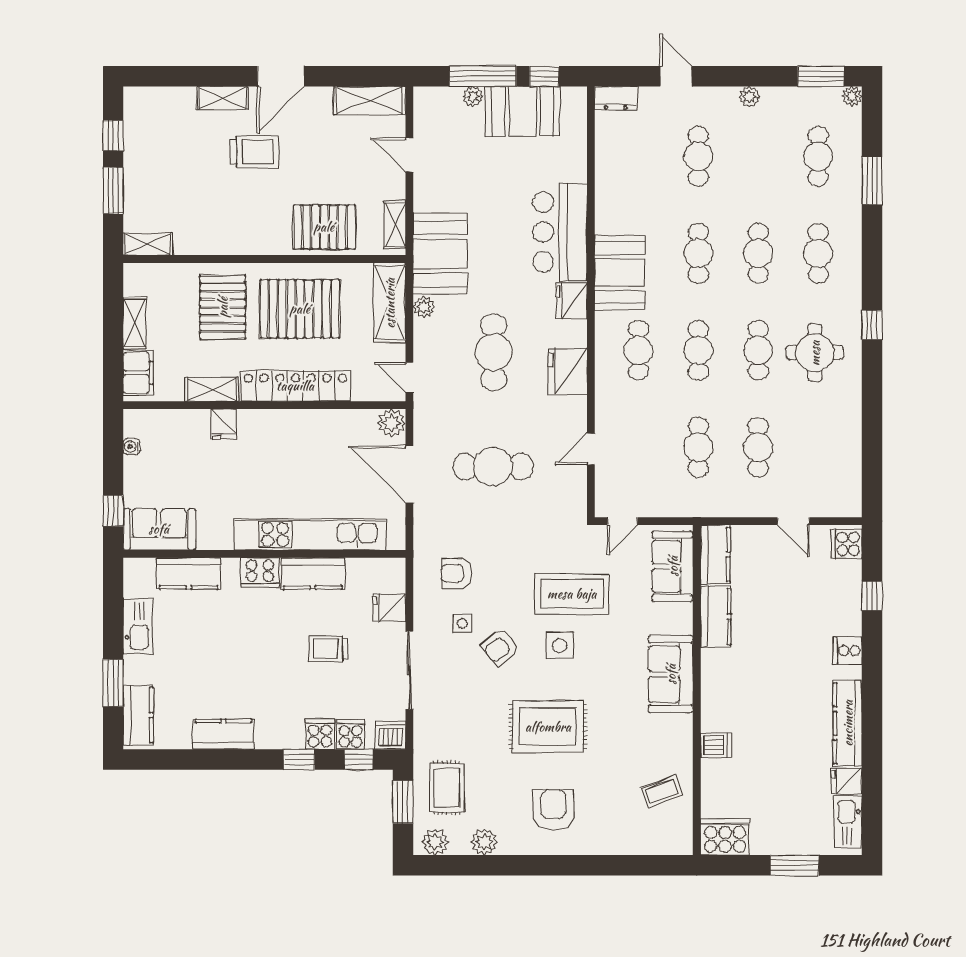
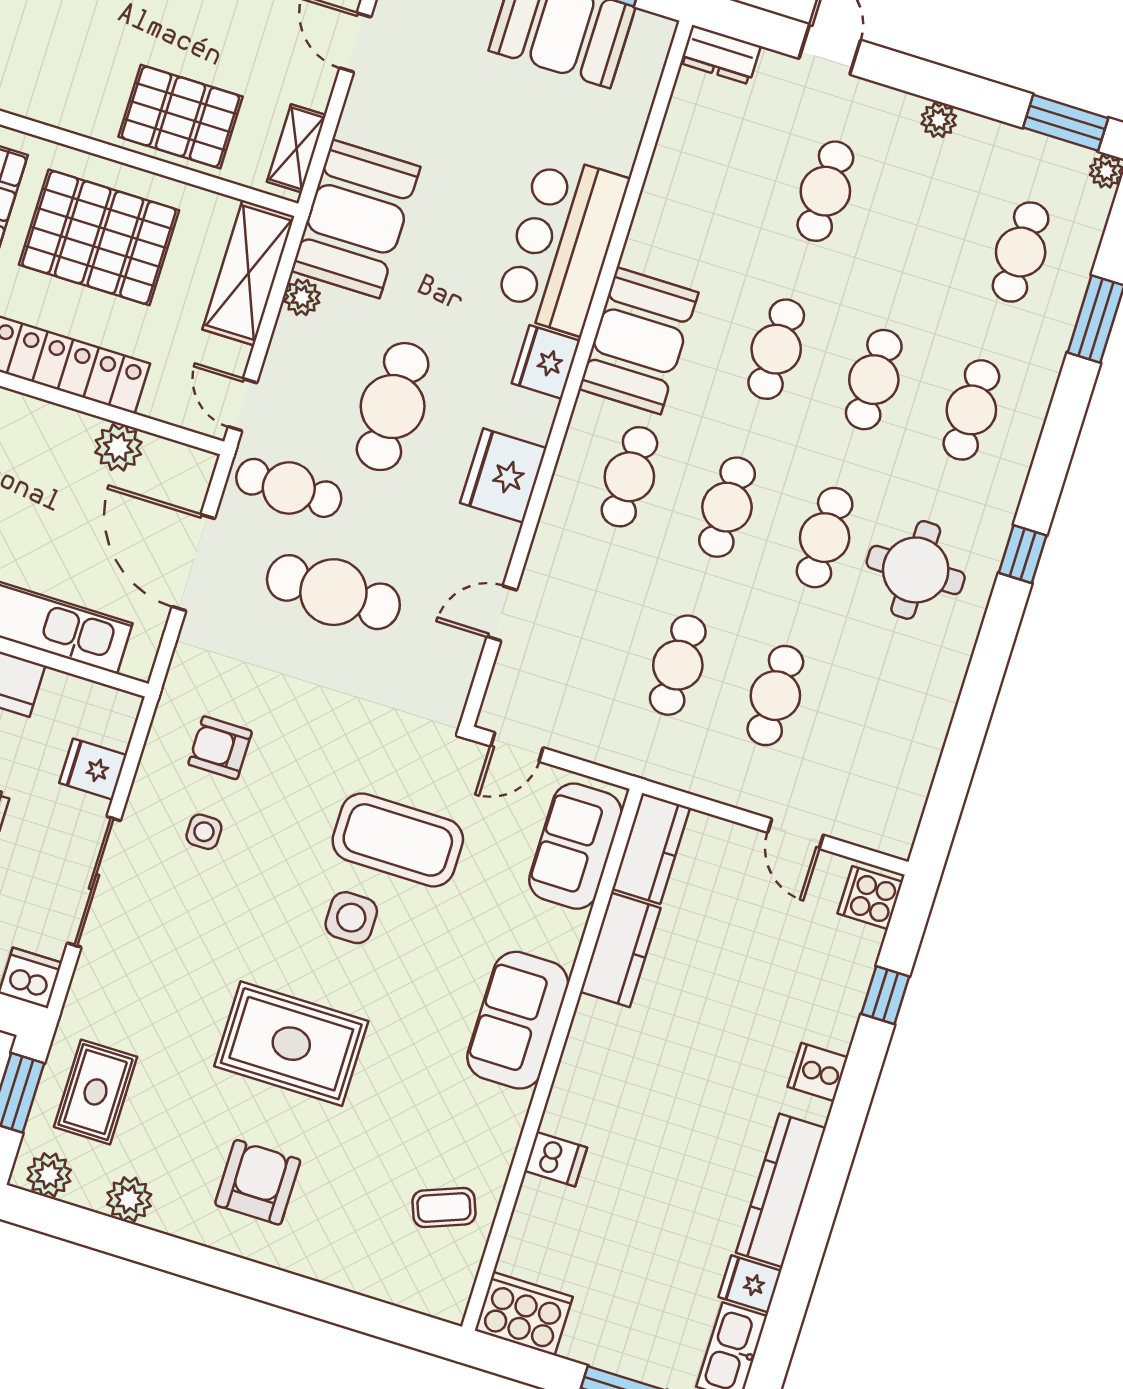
cafe table: (450, 416) -> (289, 488), added
plant: (392, 423) -> (118, 447), moved
armchair: (500, 647) -> (254, 890), removed

